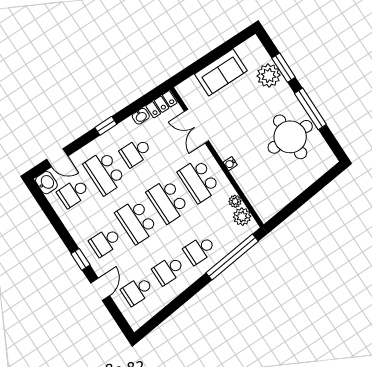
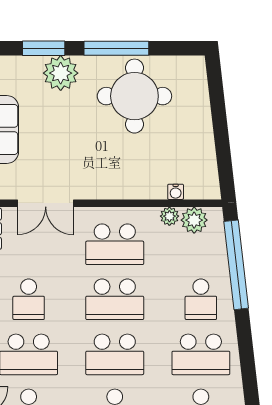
plant: (269, 75) -> (61, 73), moved
water cooler: (230, 164) -> (176, 192), moved
school desk: (168, 270) -> (201, 354), width x1.85

